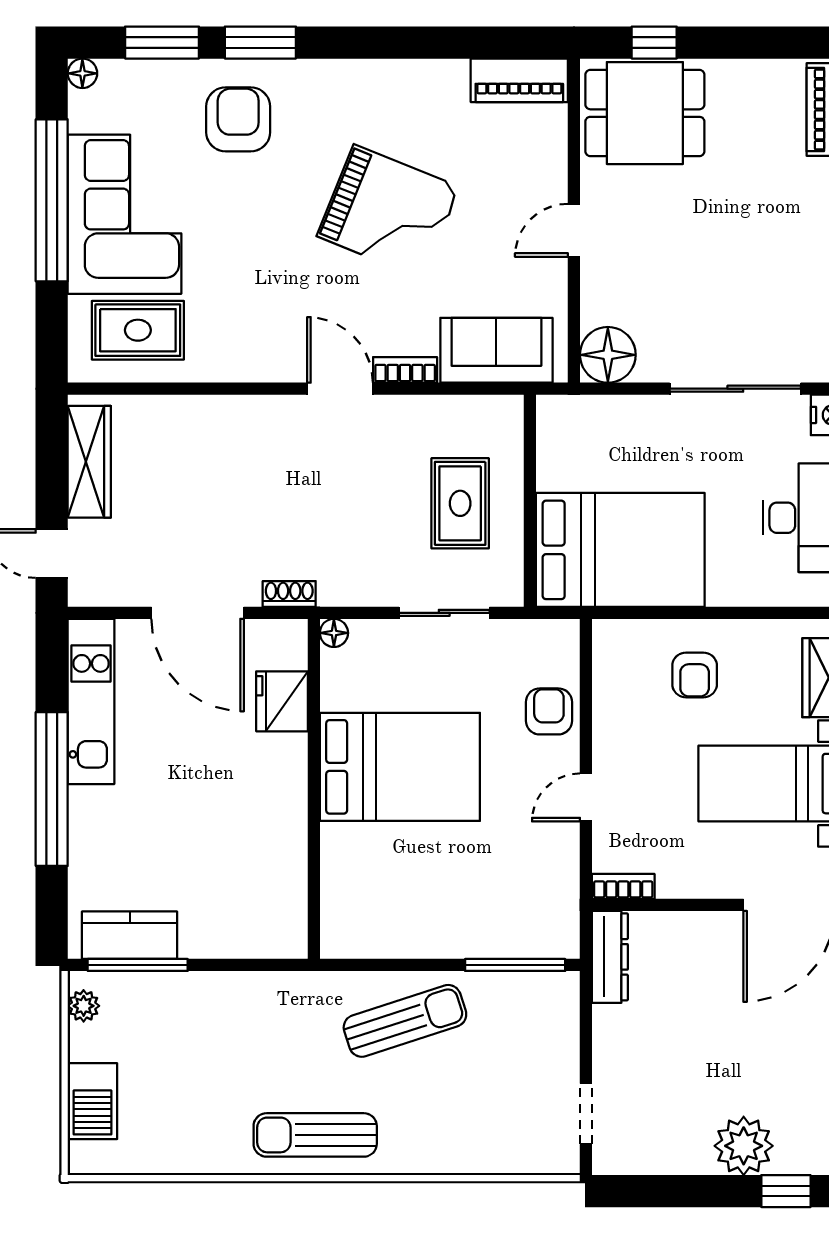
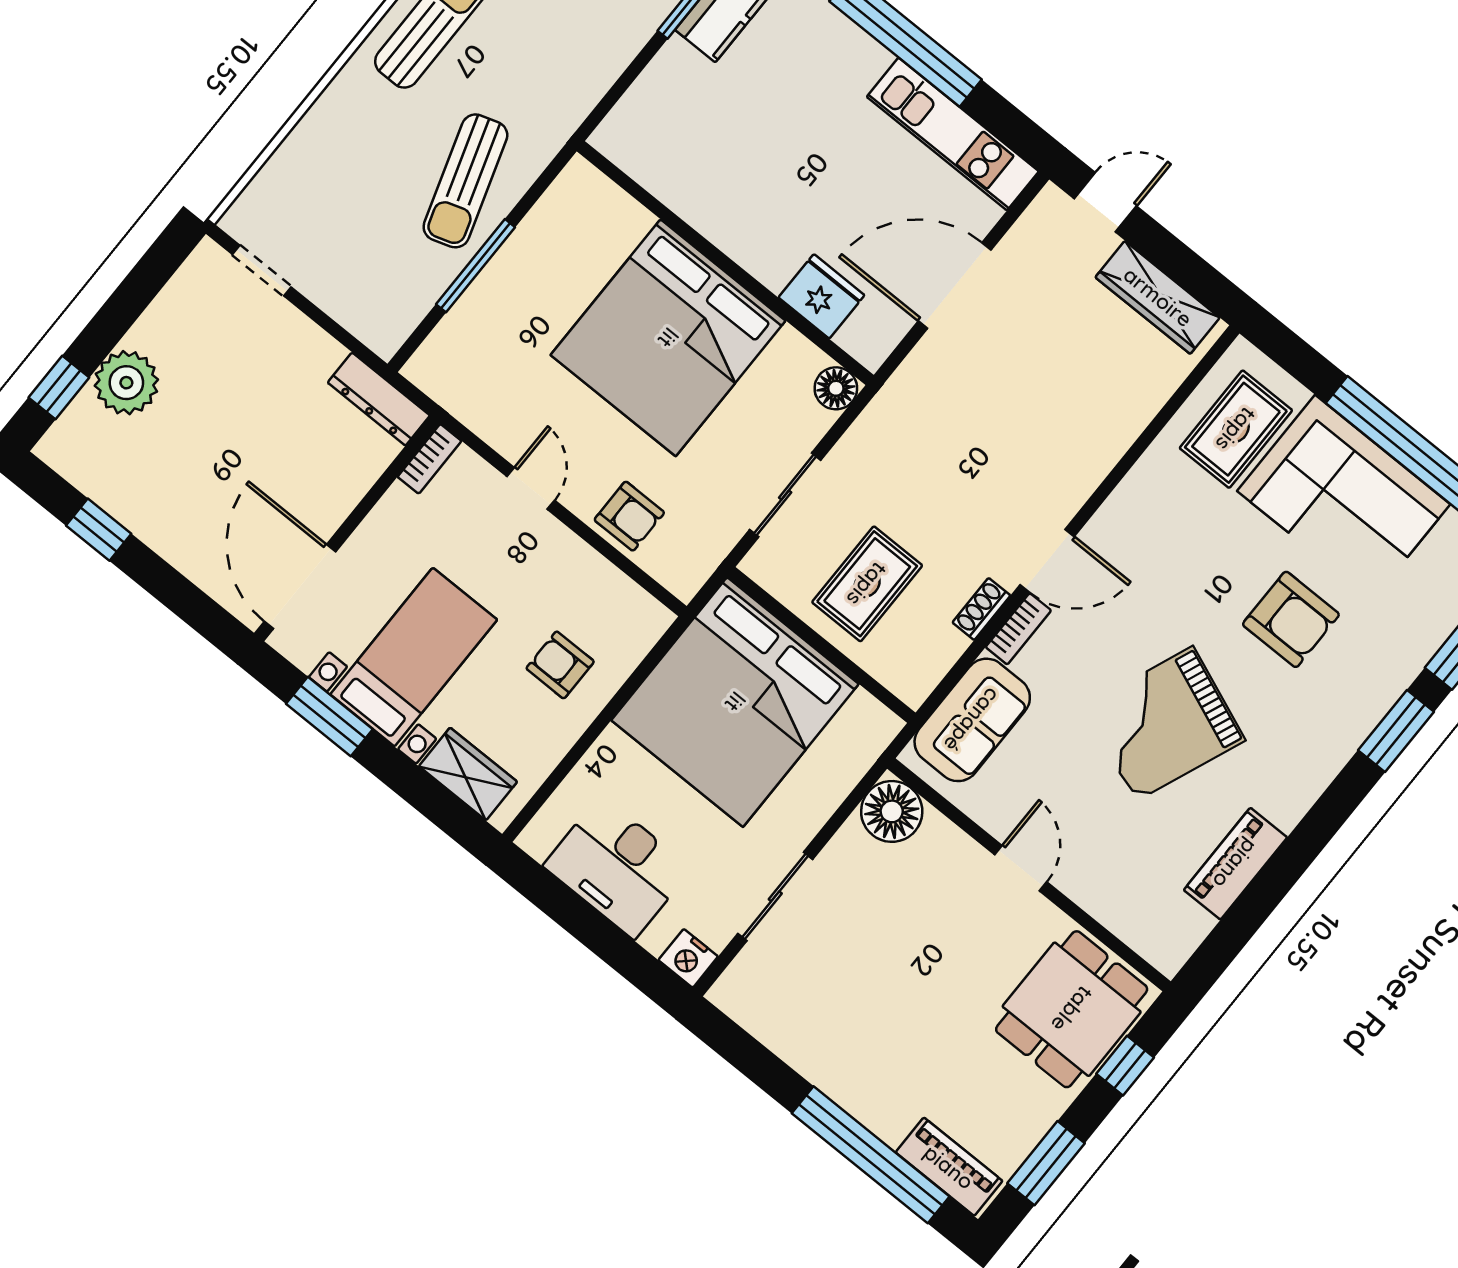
window: (769, 43) -> (1046, 1163), added
piano: (519, 80) -> (1235, 864), moved
armchair: (238, 119) -> (1291, 619), moved
sliding door: (735, 389) -> (775, 896), width x0.73
rug: (460, 503) -> (867, 584), turned 90
bed: (620, 550) -> (735, 702), width x1.36
shoe rack: (289, 594) -> (981, 609), moved, turned 180
floor lamp: (334, 633) -> (836, 388), width x1.37, depth x1.37
bed: (400, 767) -> (668, 338), width x1.36
window: (515, 965) -> (476, 266), moved

